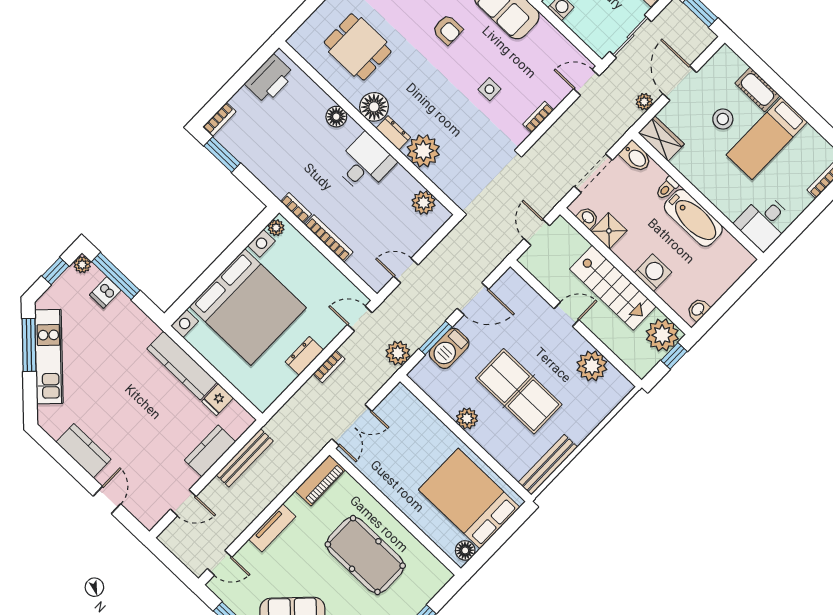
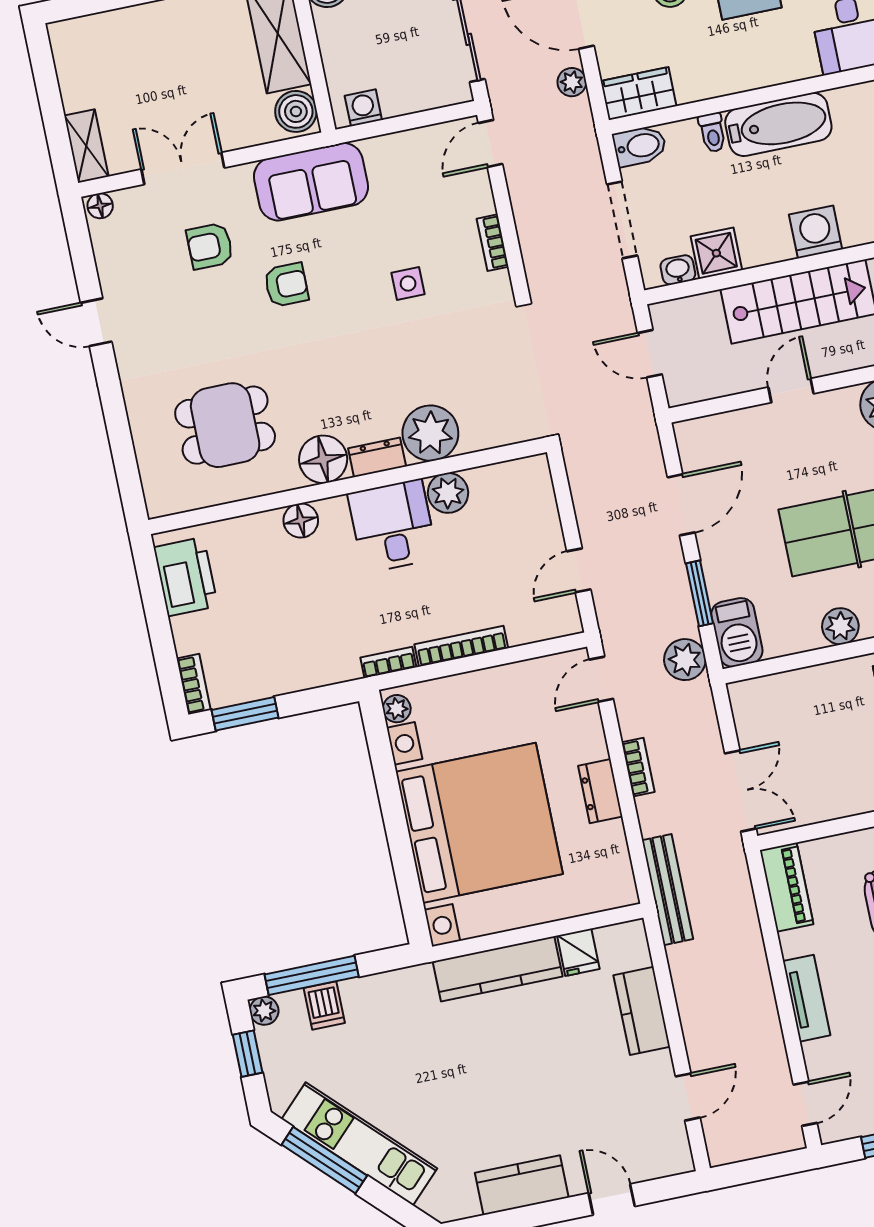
plant: (424, 203) -> (448, 493), moved
barbecue: (449, 348) -> (737, 632), moved
bench: (245, 458) -> (667, 890), moved

